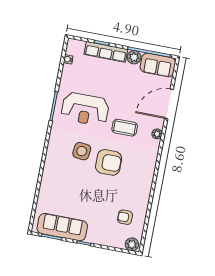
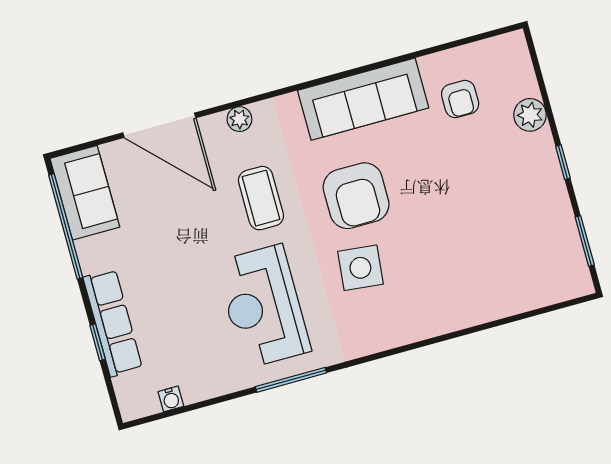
plant: (134, 57) -> (94, 254), removed
reception desk: (85, 109) -> (263, 306), turned 180
armchair: (109, 162) -> (356, 196), turned 180
sofa: (62, 227) -> (363, 99), moved, turned -90
plant: (132, 244) -> (530, 115), moved

